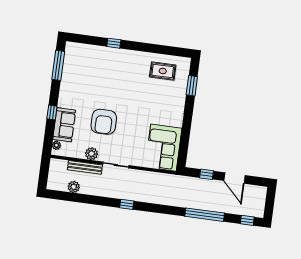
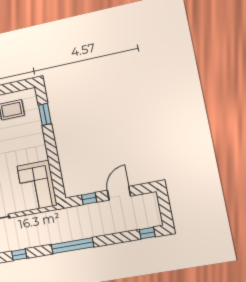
door: (234, 178) -> (119, 193), swing flipped
window: (205, 215) -> (72, 246), moved

